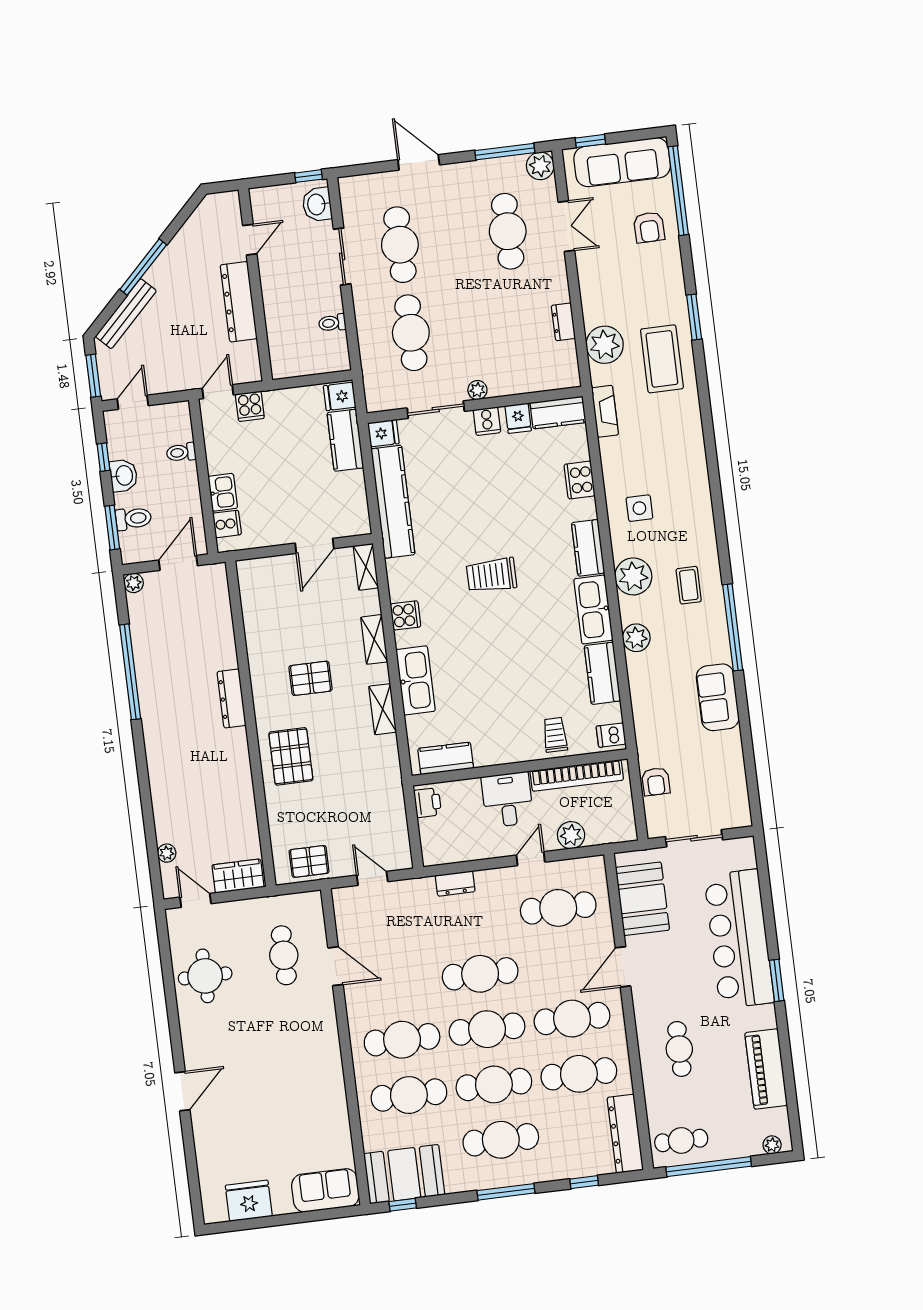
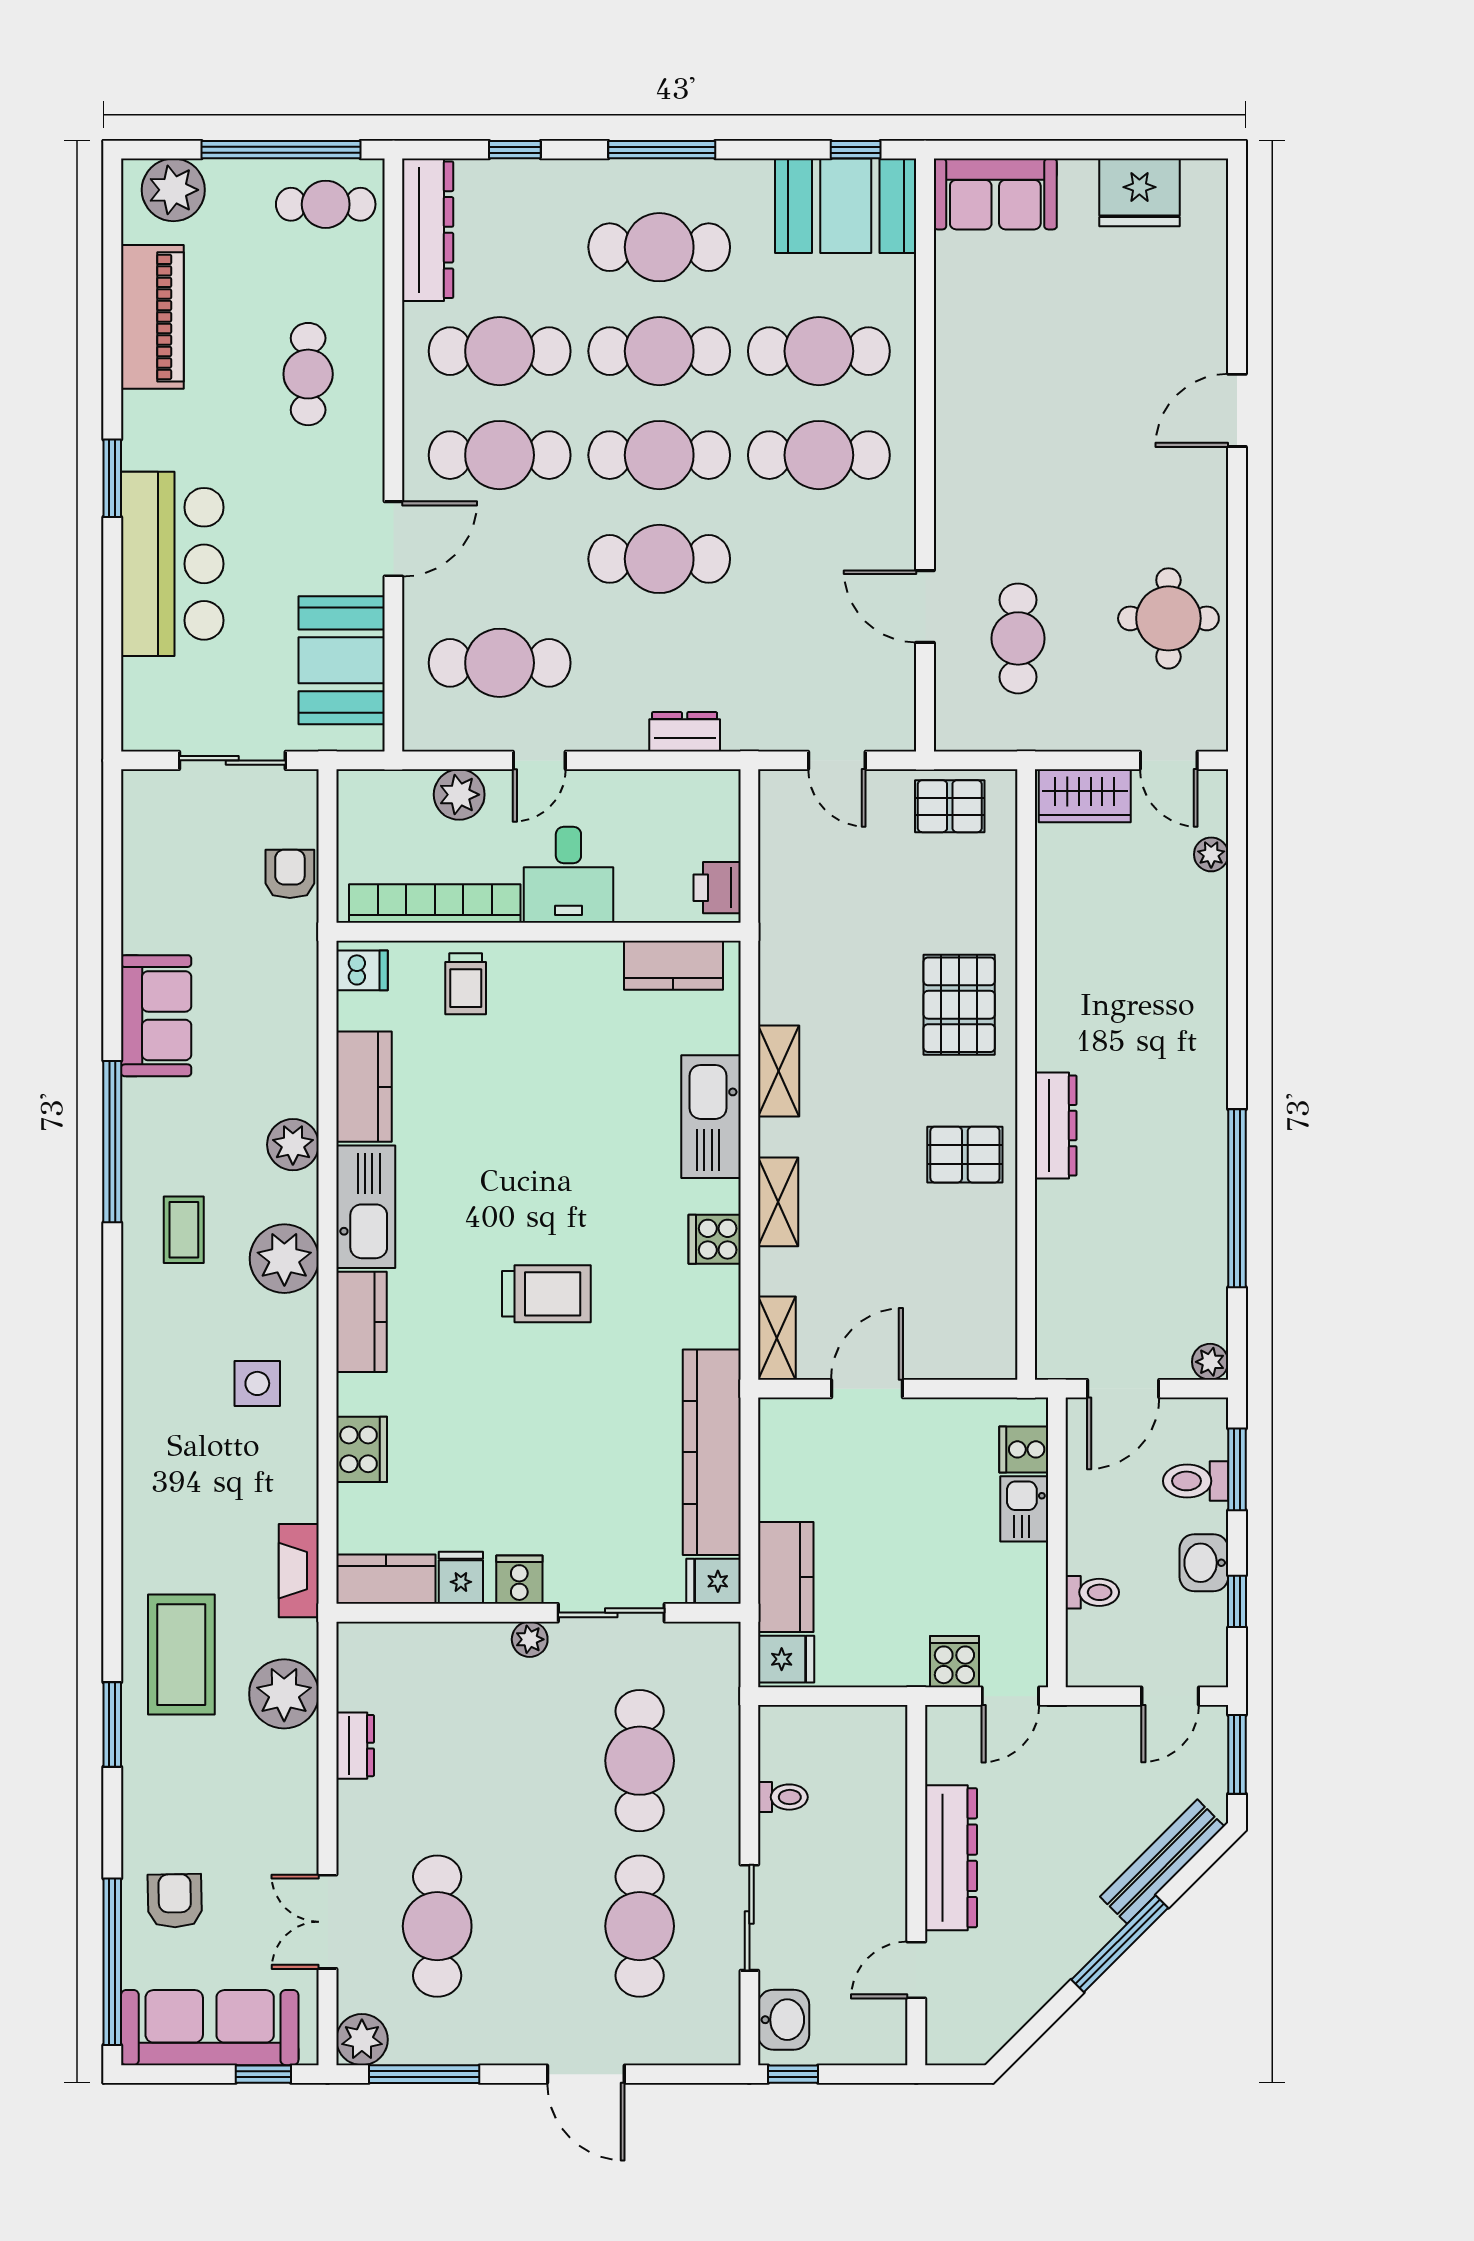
pallet: (311, 678) -> (965, 1155), moved
bar counter: (739, 939) -> (172, 564), width x0.73
plant: (772, 1145) -> (173, 190), width x1.87, depth x1.87

